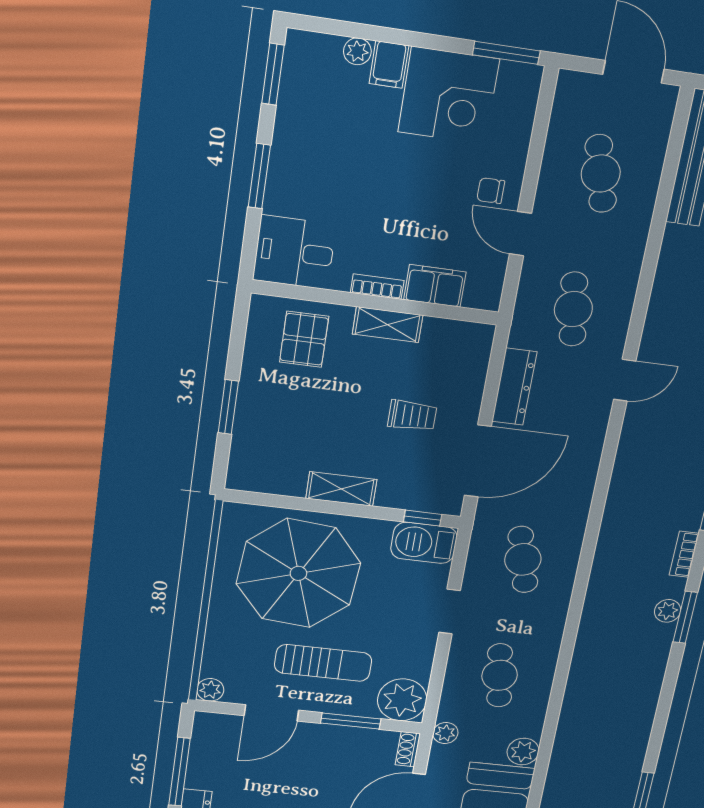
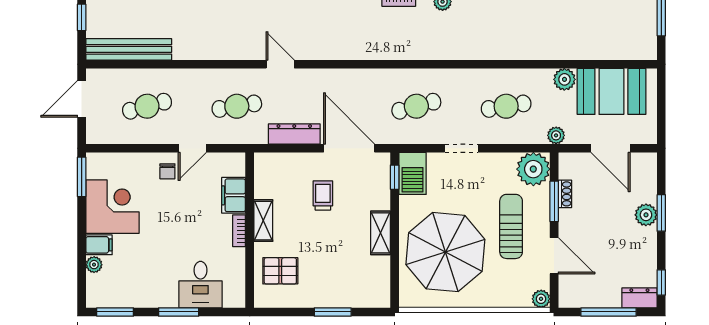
desk: (294, 252) -> (200, 285), moved
shoe rack: (408, 749) -> (565, 194), moved, turned -90

